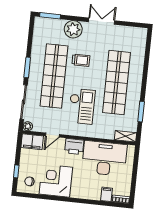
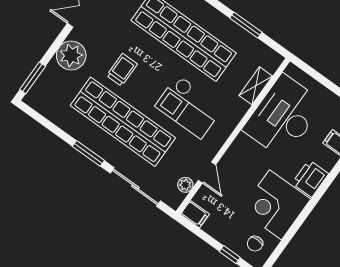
checkout: (82, 106) -> (189, 107), turned 180
plant: (28, 126) -> (185, 185), moved
shelving: (125, 136) -> (256, 86), moved
filing cabinet: (32, 142) -> (195, 214), width x0.50
printer: (74, 147) -> (310, 179), moved, turned 180

